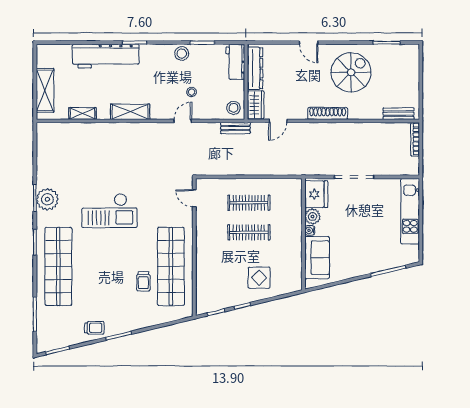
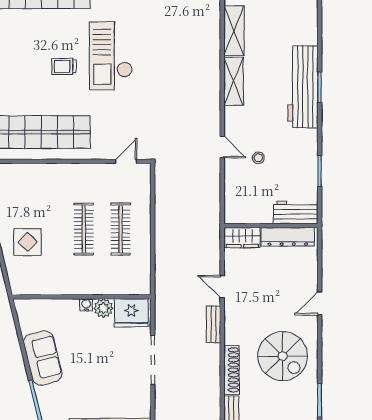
stool: (182, 53) -> (306, 146), removed
workbench: (106, 56) -> (303, 87), moved
stool: (234, 108) -> (238, 210), removed
shoe rack: (328, 113) -> (232, 370), moved
shelving: (82, 114) -> (234, 31), width x1.50, depth x1.33
door: (278, 121) -> (222, 287), moved
bench: (235, 128) -> (213, 324), moved
sofa: (317, 258) -> (43, 358), moved, turned -104
trolley: (143, 281) -> (64, 66), moved

